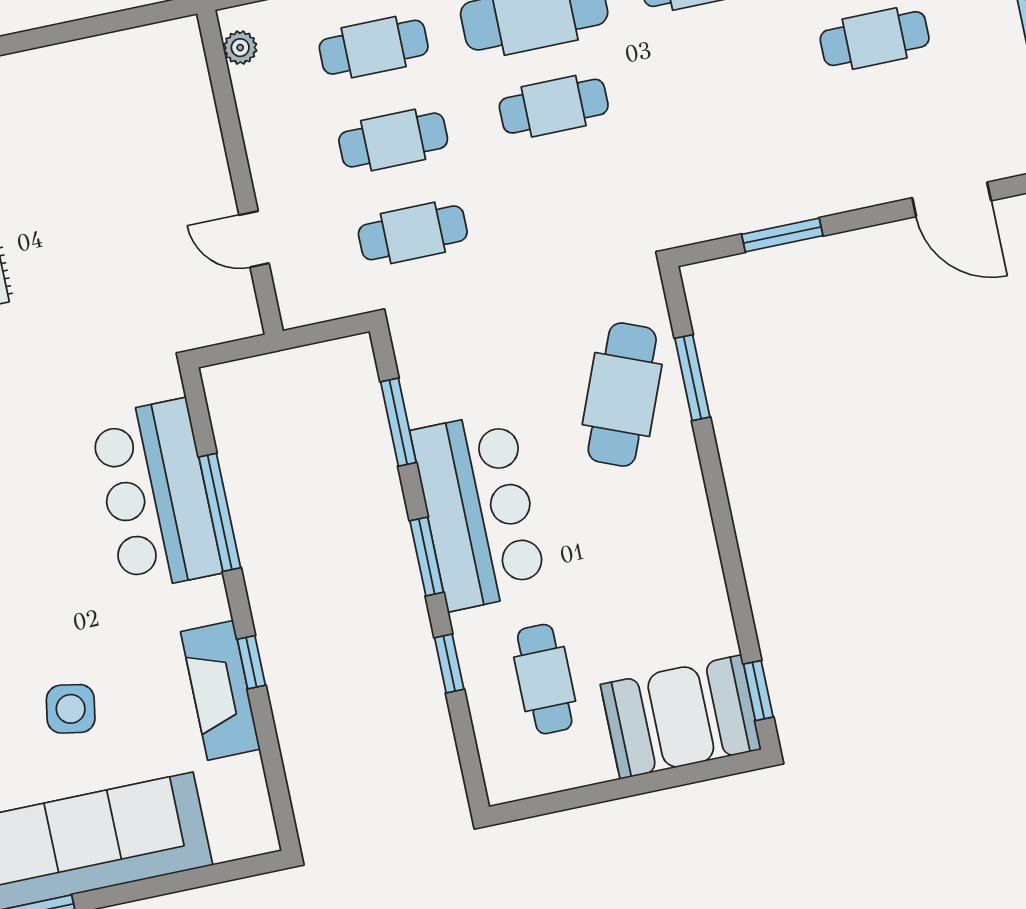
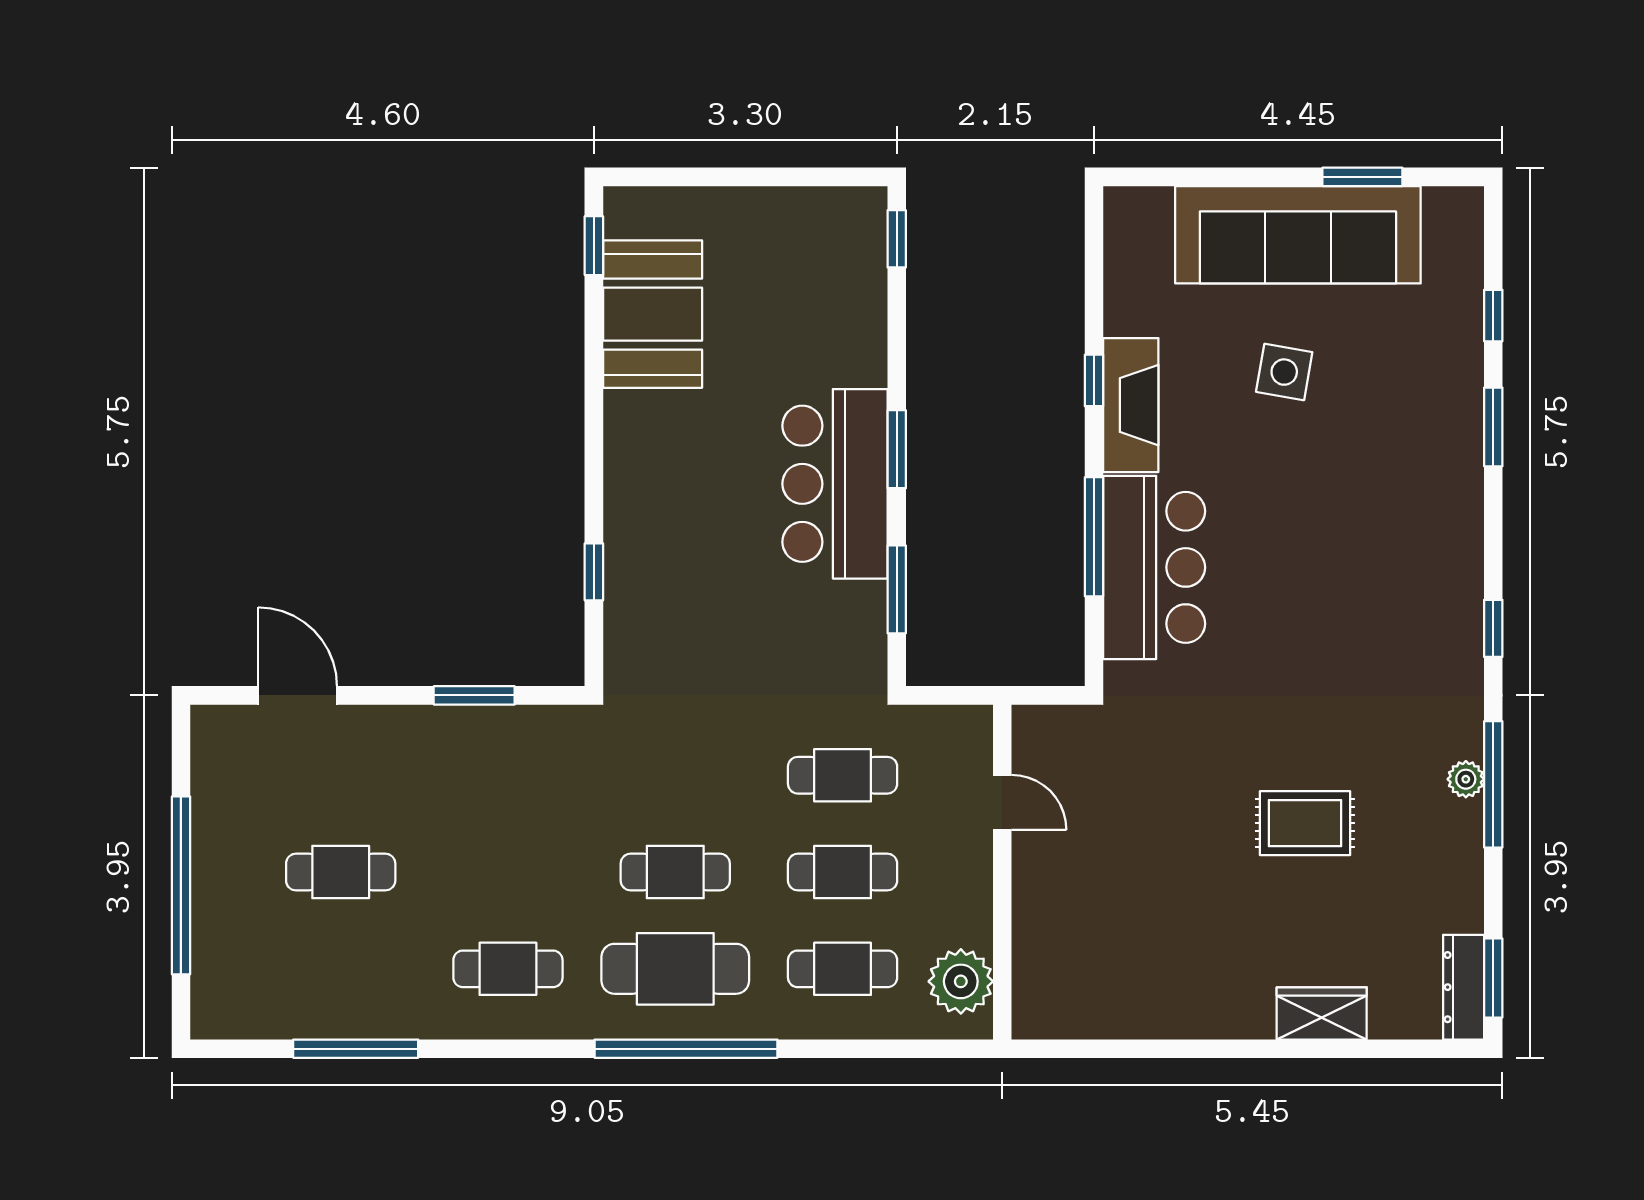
plant: (240, 48) -> (961, 981), width x1.87, depth x1.87
window: (692, 378) -> (594, 572), width x0.67
cafe table: (622, 395) -> (668, 570), removed
window: (449, 664) -> (897, 239), moved
cafe table: (545, 679) -> (805, 302), removed
fireplace: (220, 690) -> (1131, 405), moved
booth: (681, 717) -> (653, 314), moved, turned 90

